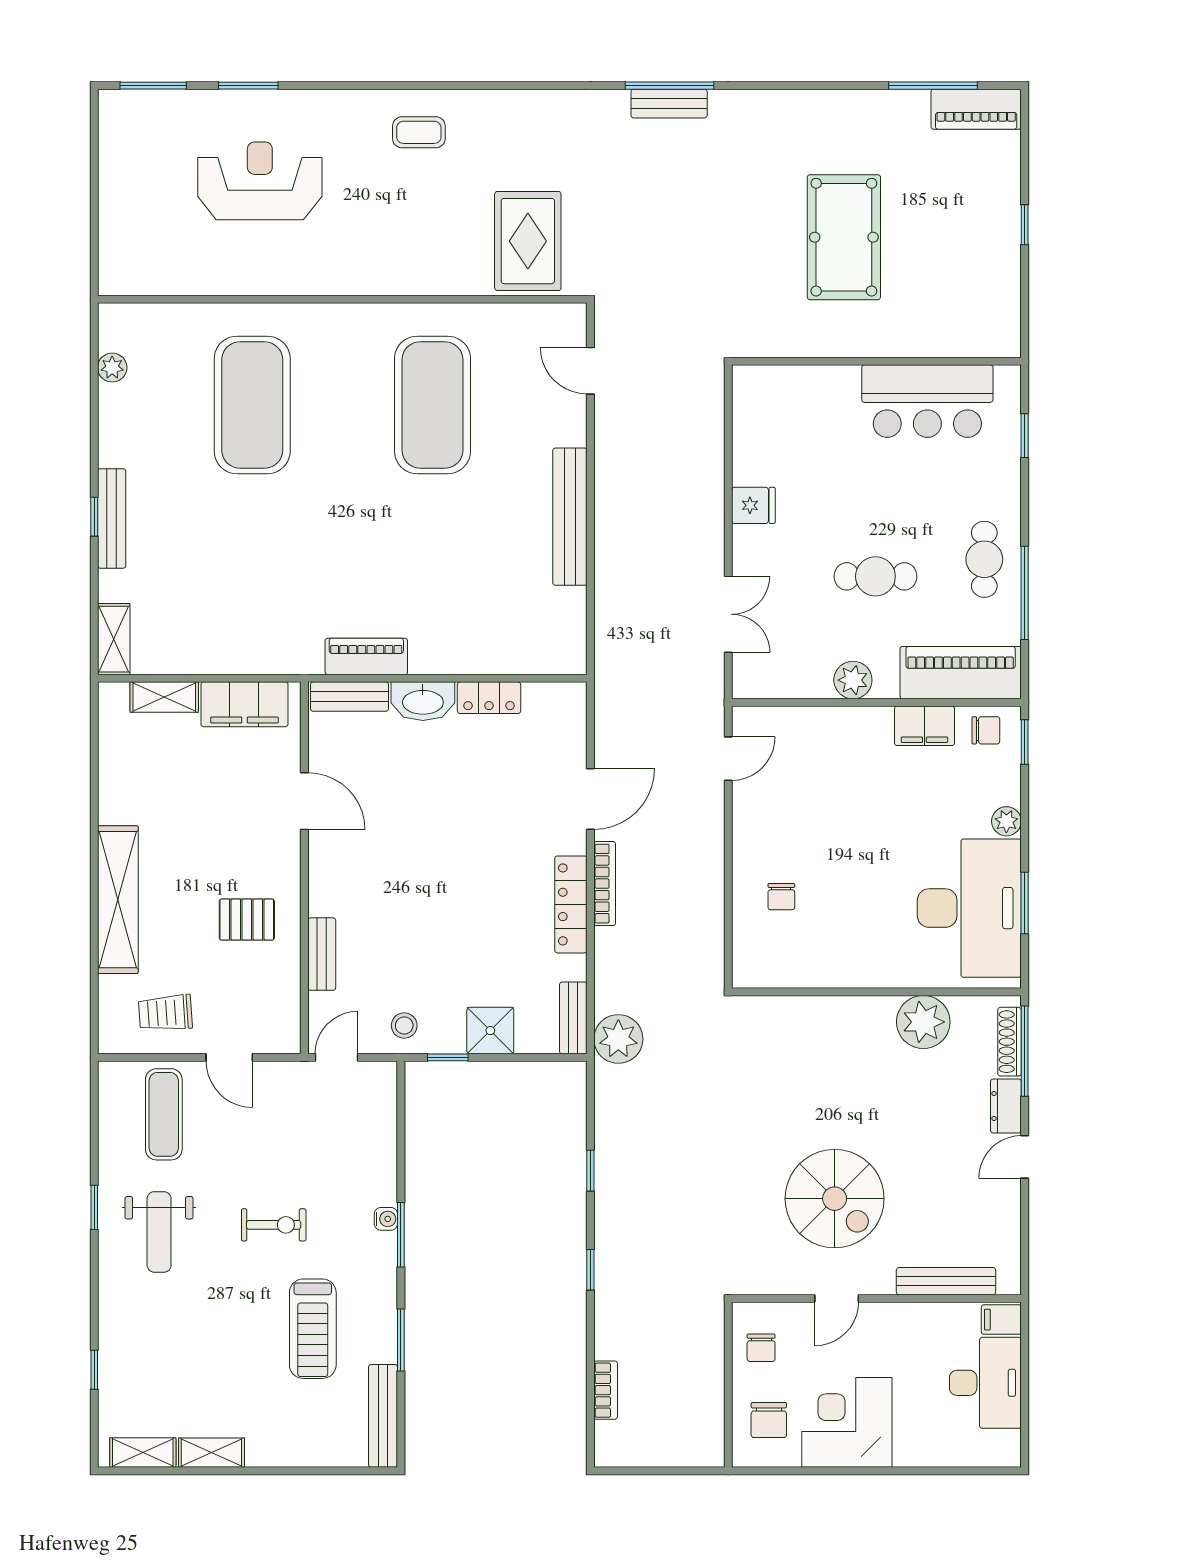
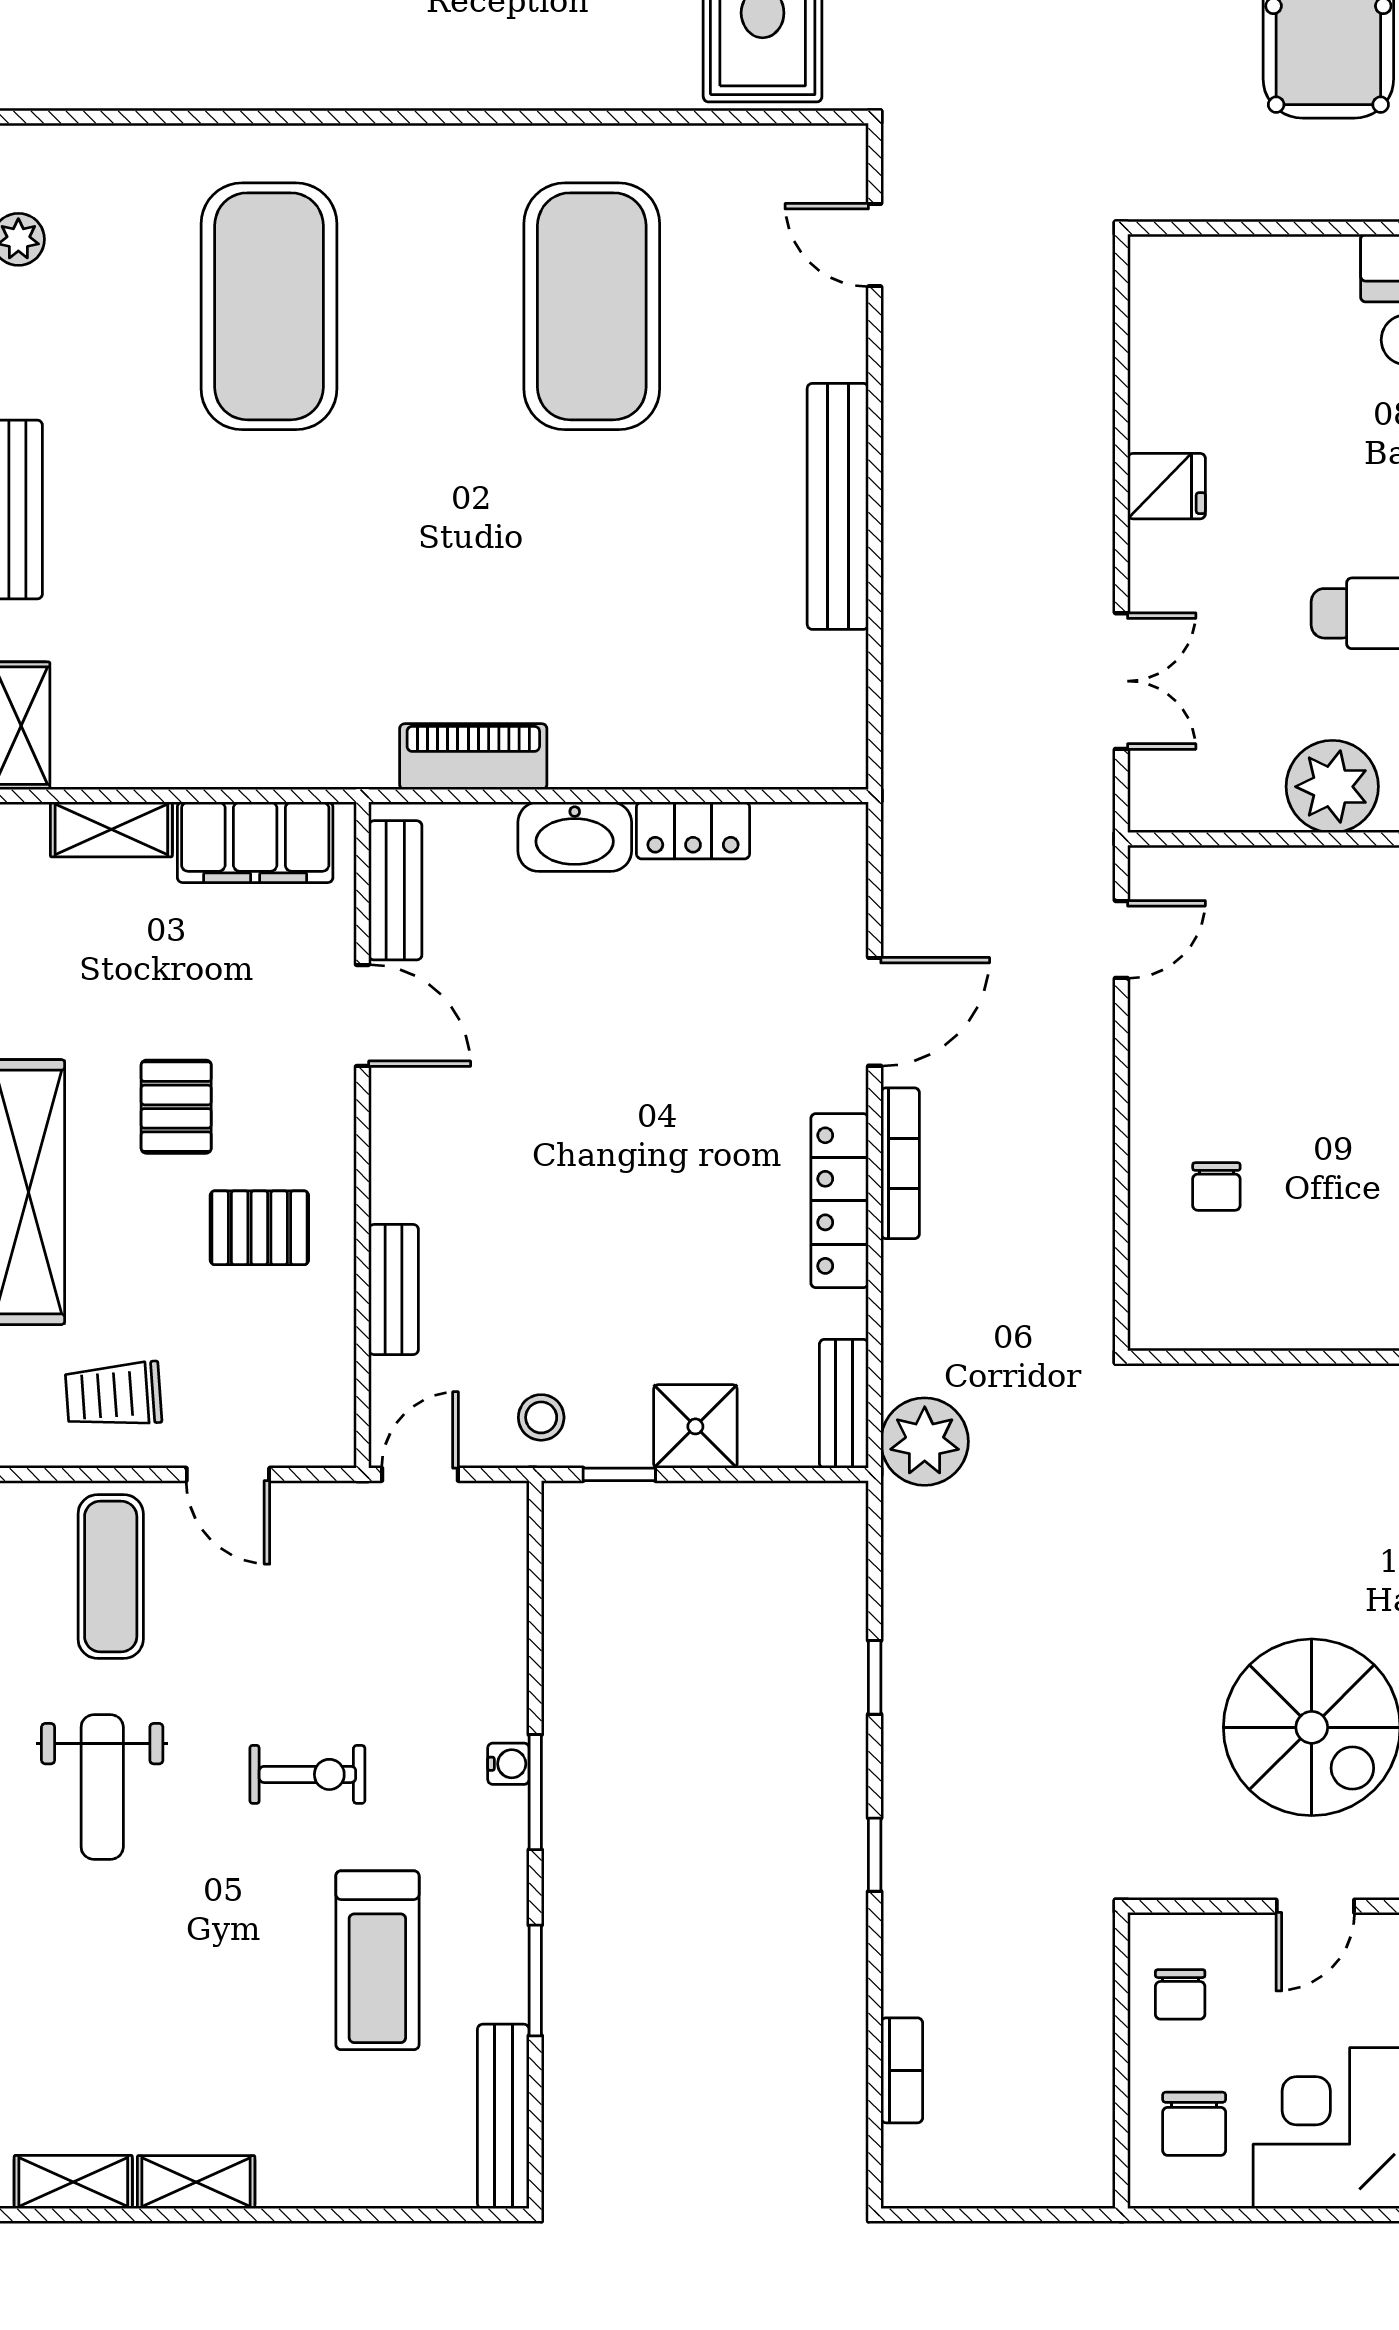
plant: (853, 680) -> (1332, 787), width x1.36, depth x1.36
bench: (350, 697) -> (395, 890), moved, turned 90
pallet: (200, 852) -> (176, 1107), added

